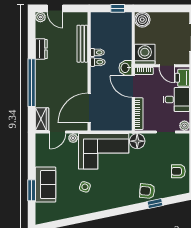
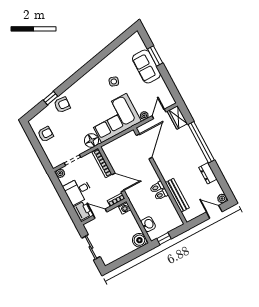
washing machine: (145, 54) -> (124, 208), width x0.53, depth x0.53
washbasin: (125, 68) -> (148, 224), moved

